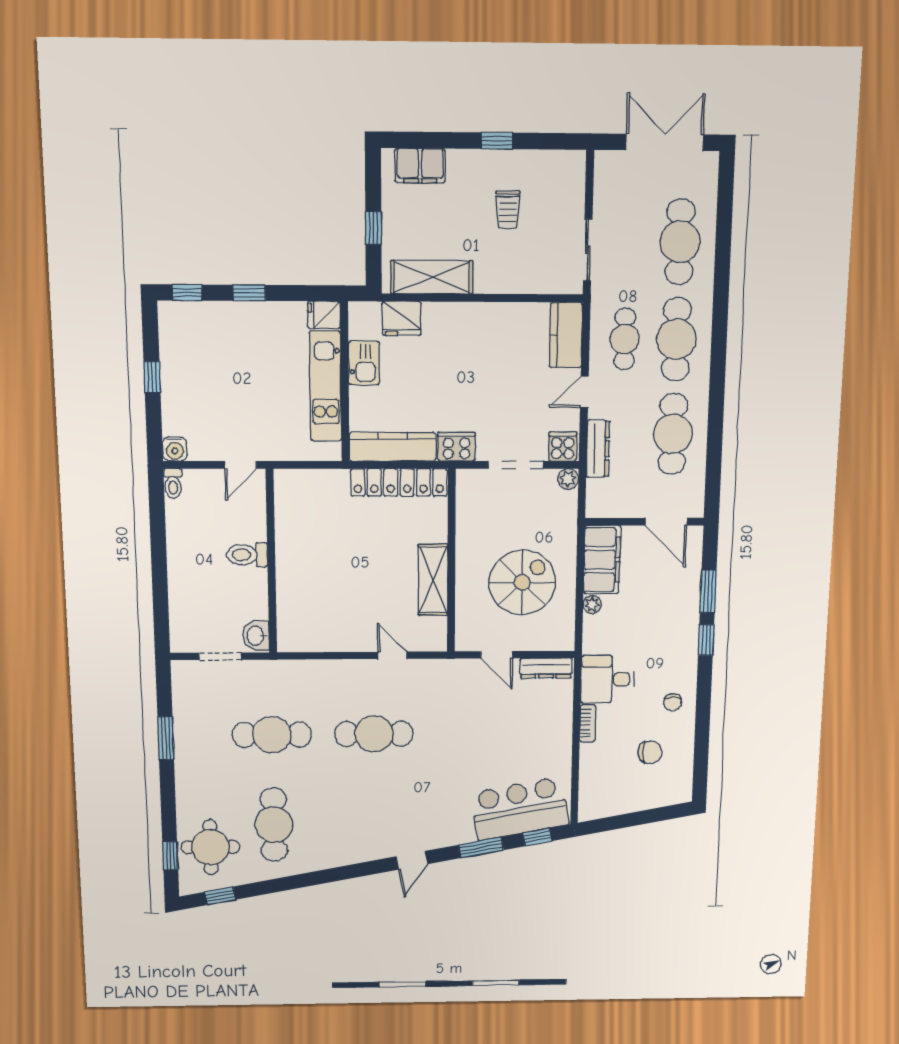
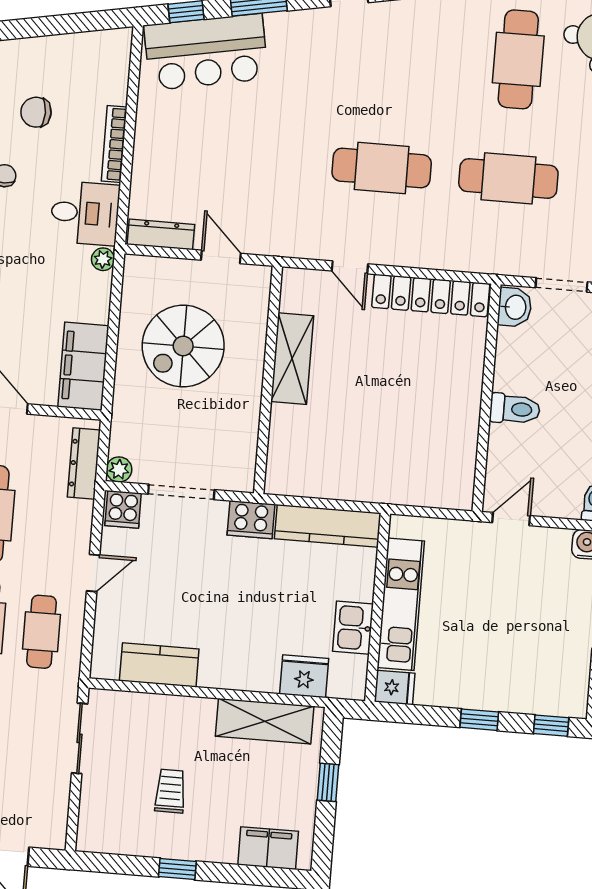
kitchen counter: (566, 335) -> (159, 665), moved, turned -90
dresser: (598, 449) -> (84, 463), moved
locker: (399, 482) -> (431, 296), moved, turned 180
plant: (592, 604) -> (103, 259), moved
bookcase: (588, 723) -> (114, 144), width x1.56

